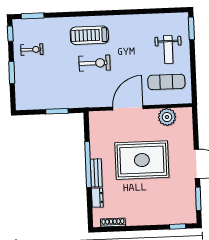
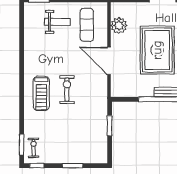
exercise bike: (32, 50) -> (34, 148), moved

